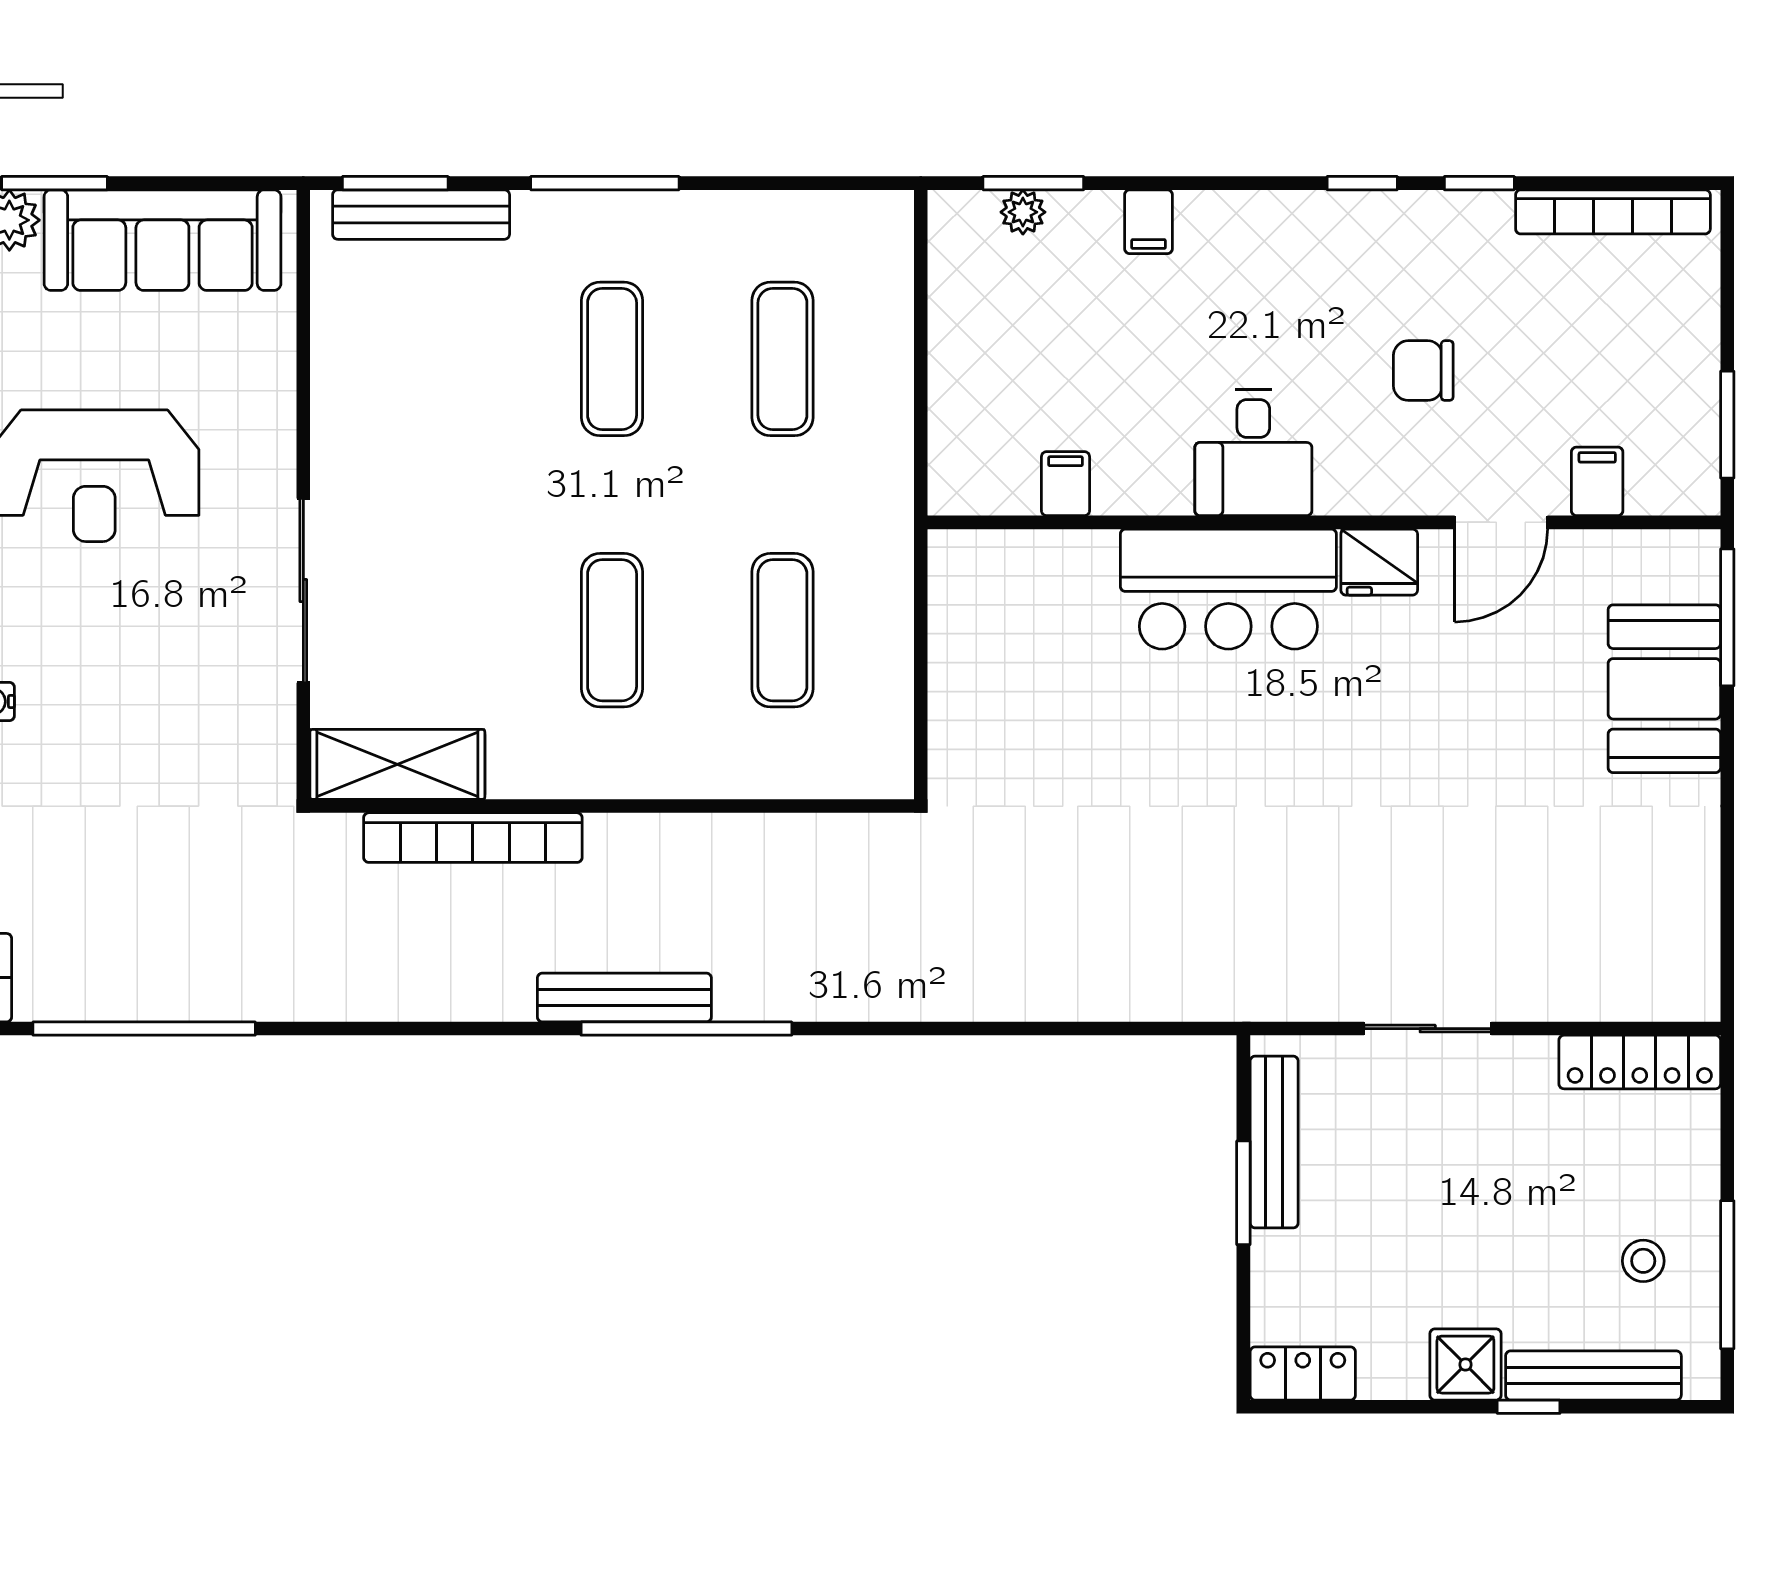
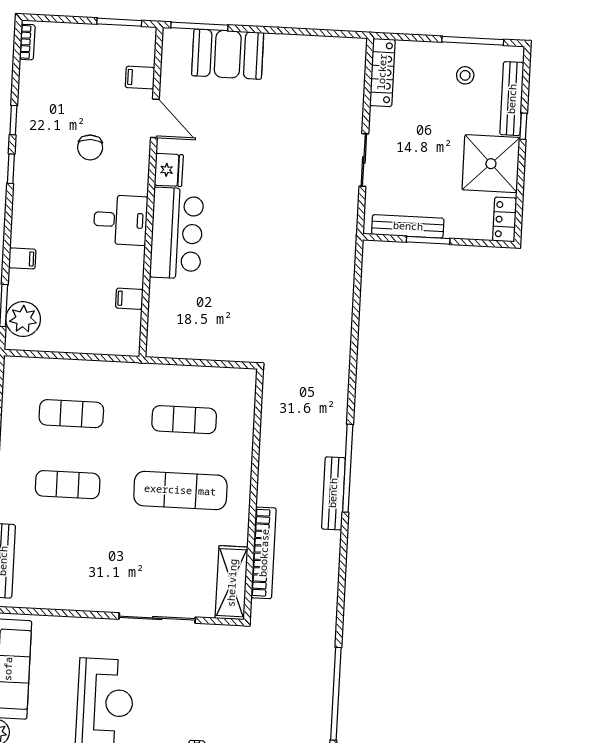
plant: (1023, 212) -> (23, 319), width x1.87, depth x1.87
bookcase: (1613, 212) -> (27, 42), width x0.43, depth x0.76
exercise mat: (612, 630) -> (180, 490), width x1.36, depth x1.45
shower: (1465, 1365) -> (491, 164), width x1.86, depth x1.86

